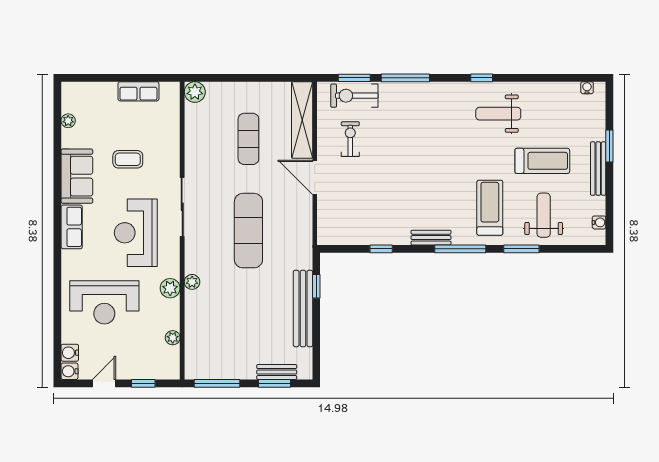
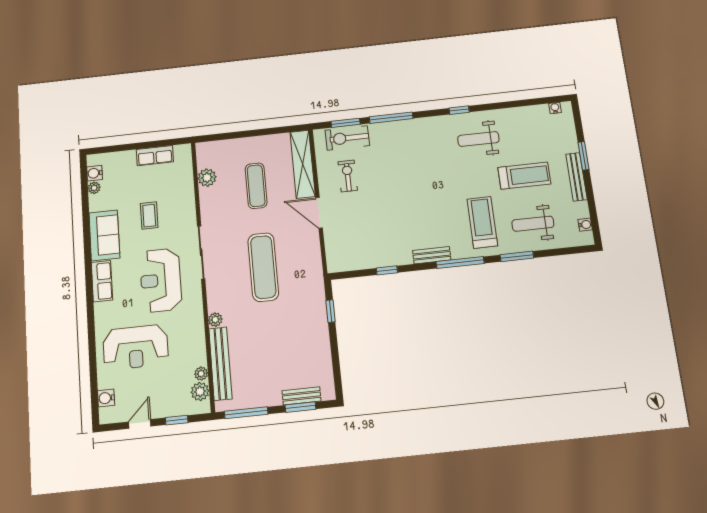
plant: (195, 92) -> (207, 178), moved
coffee table: (128, 159) -> (149, 216), turned 90
weight bench: (544, 215) -> (533, 224), turned -90
plant: (170, 288) -> (200, 391), moved
bench: (303, 308) -> (220, 364), moved
water cooler: (70, 371) -> (95, 173), moved

